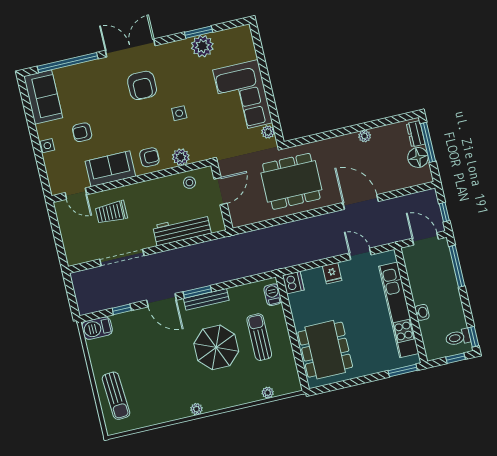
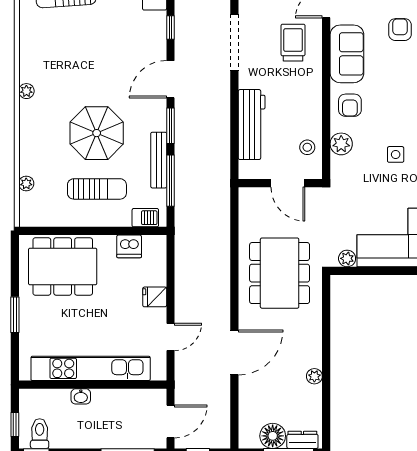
window: (240, 282) -> (171, 181), added
dishwasher: (293, 283) -> (129, 246), moved
bench: (206, 299) -> (159, 160), moved
window: (403, 370) -> (15, 315), moved

